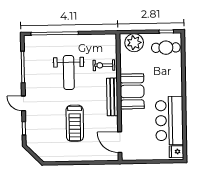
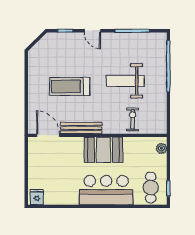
plant: (134, 43) -> (161, 148), width x0.53, depth x0.53
bench: (112, 97) -> (81, 128), moved
door: (23, 103) -> (92, 31), swing flipped
bar counter: (169, 121) -> (106, 190), moved
door: (120, 142) -> (48, 135), hinge flipped

